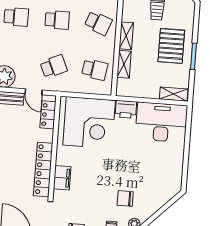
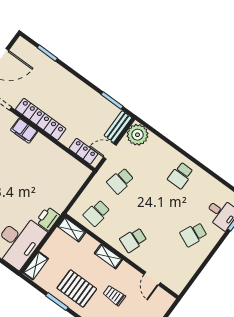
school desk: (57, 20) -> (157, 208), removed
shelving: (124, 64) -> (71, 229), moved
school desk: (54, 66) -> (120, 181), turned 36
corner desk: (89, 123) -> (56, 181), removed

